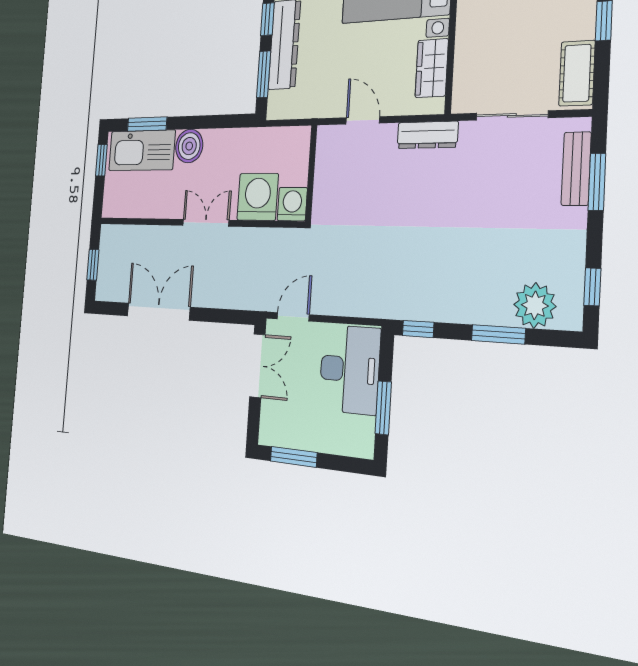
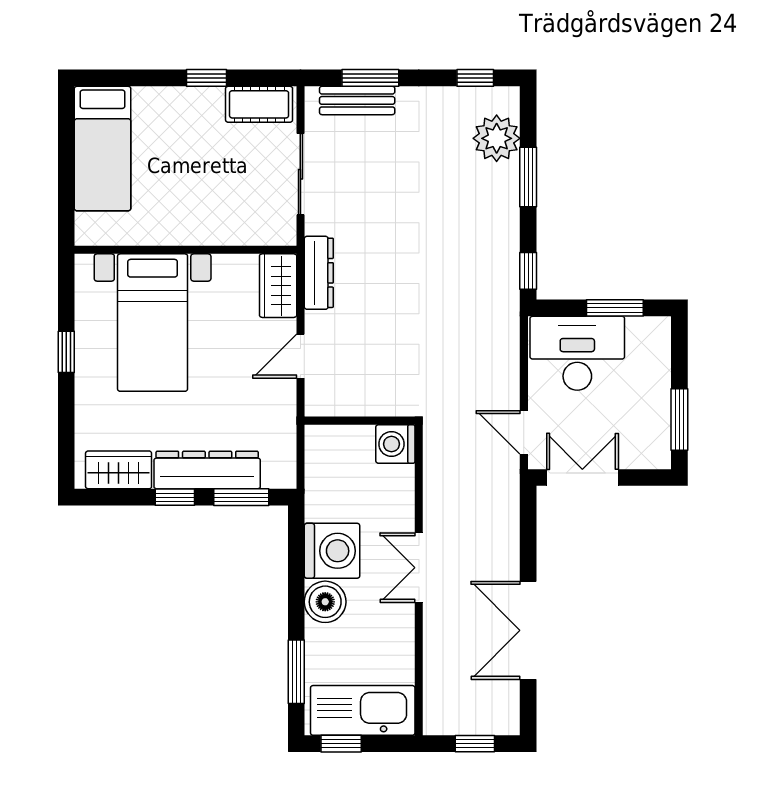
wardrobe: (432, 68) -> (278, 286), moved, turned 90
kitchen sink: (142, 150) -> (363, 710), moved, turned -90
washing machine: (258, 197) -> (332, 551), moved, turned 180

